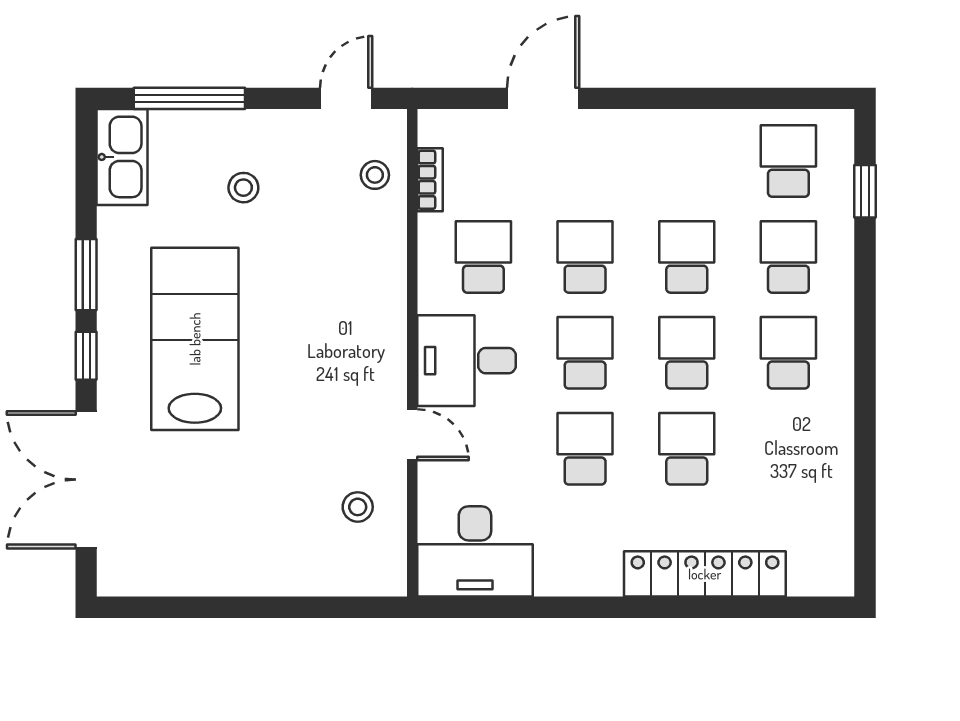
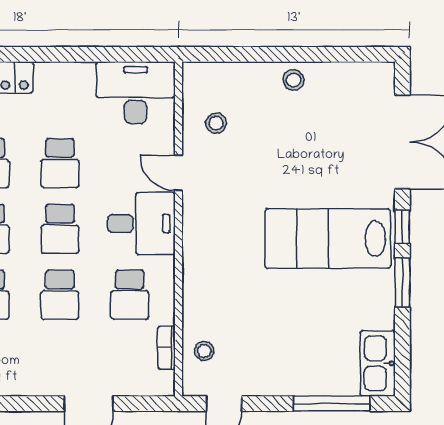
stool: (243, 188) -> (293, 80), moved
lab bench: (195, 339) -> (328, 239), turned 90

